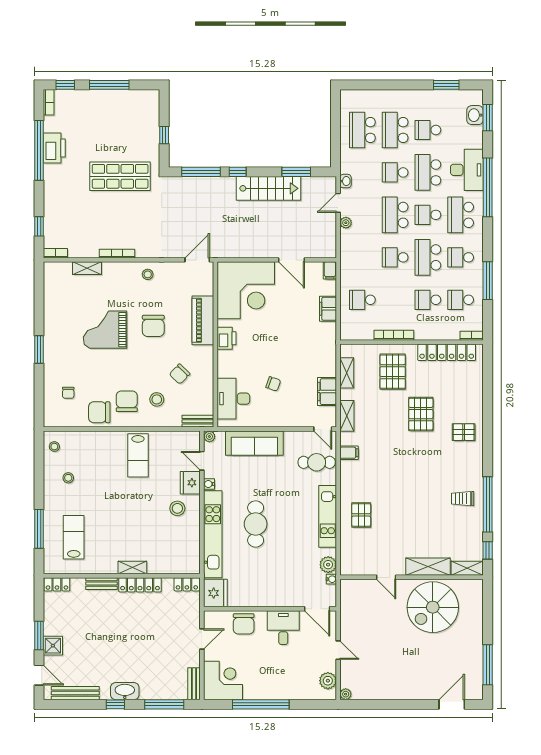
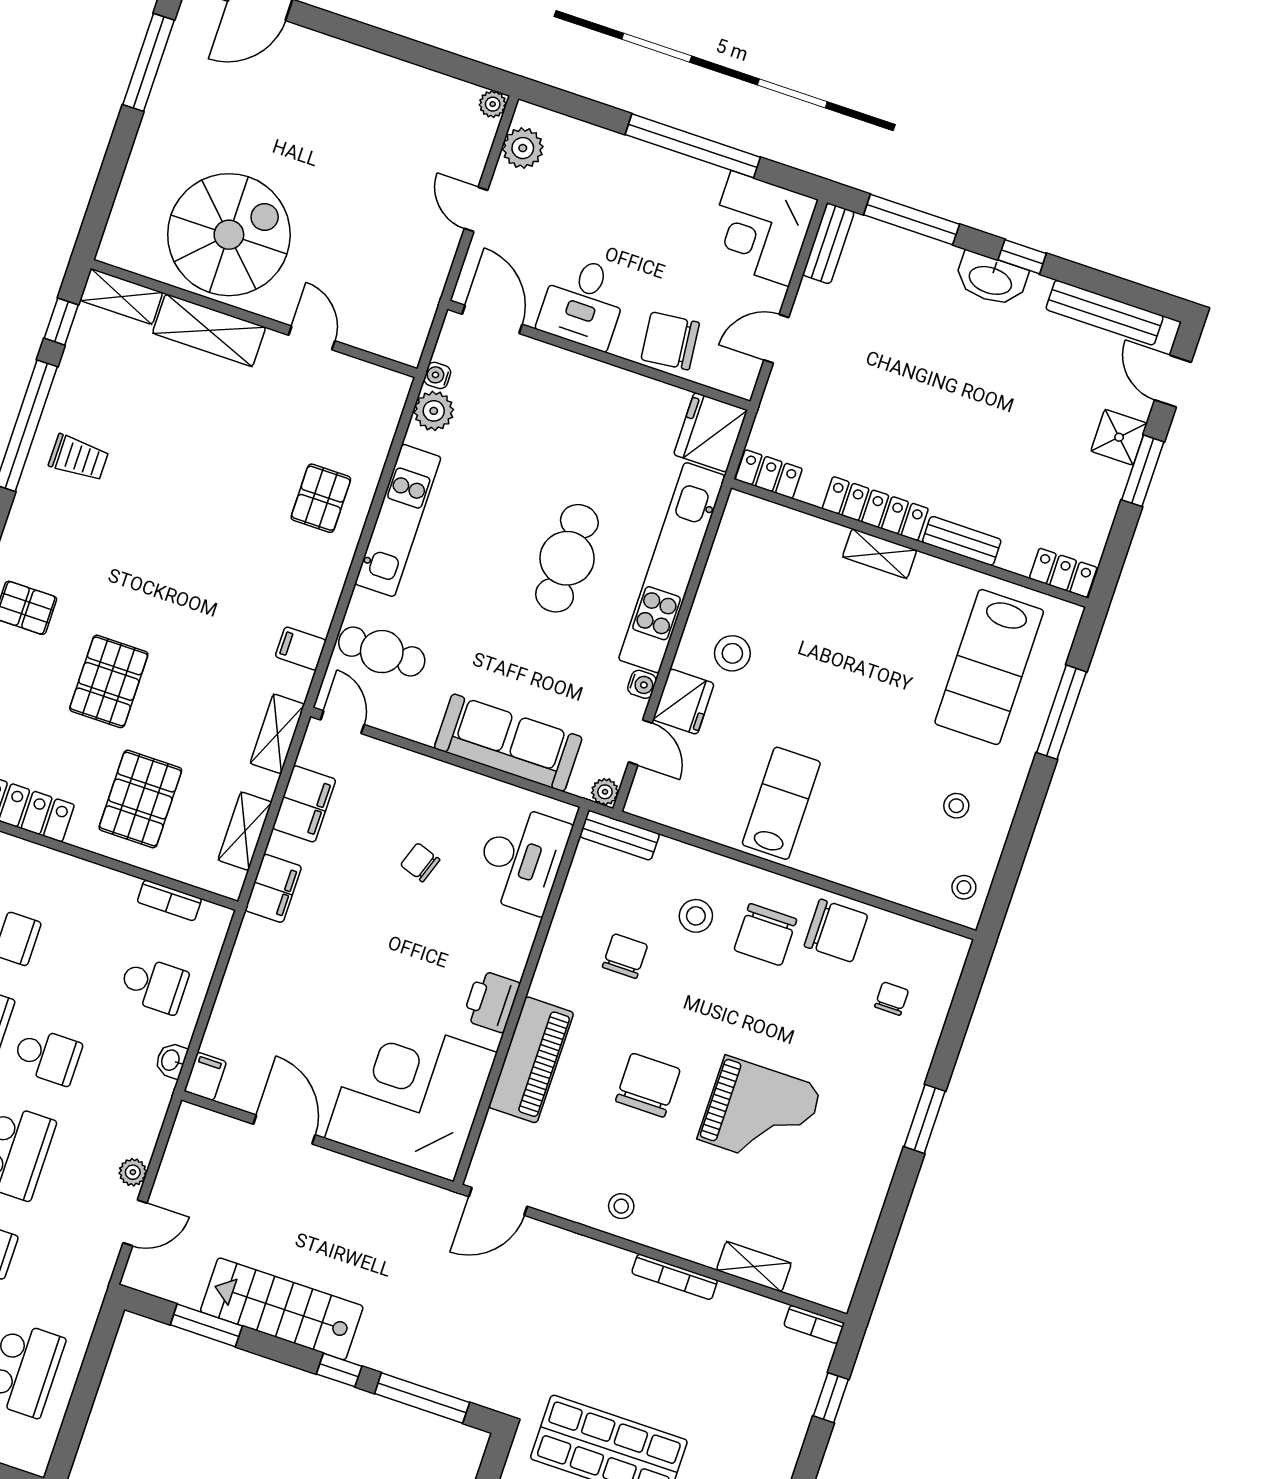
washbasin: (346, 181) -> (171, 1060), moved
filing cabinet: (328, 309) -> (273, 888), moved
bookcase: (394, 335) -> (169, 900), moved, width x0.64
chair: (180, 374) -> (625, 956), turned -44
lab bench: (74, 537) -> (989, 667), width x1.36, depth x1.39
chair: (244, 624) -> (670, 341), turned -96

